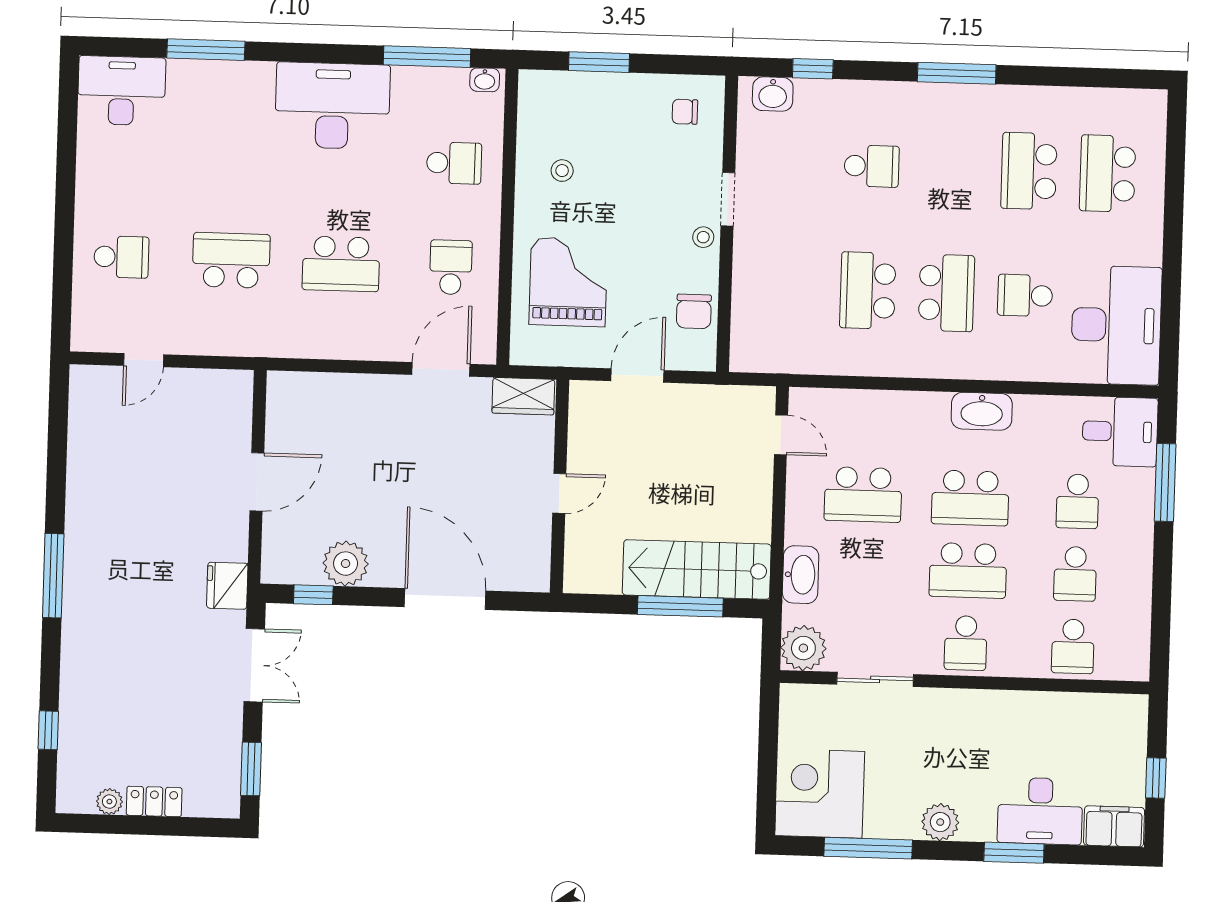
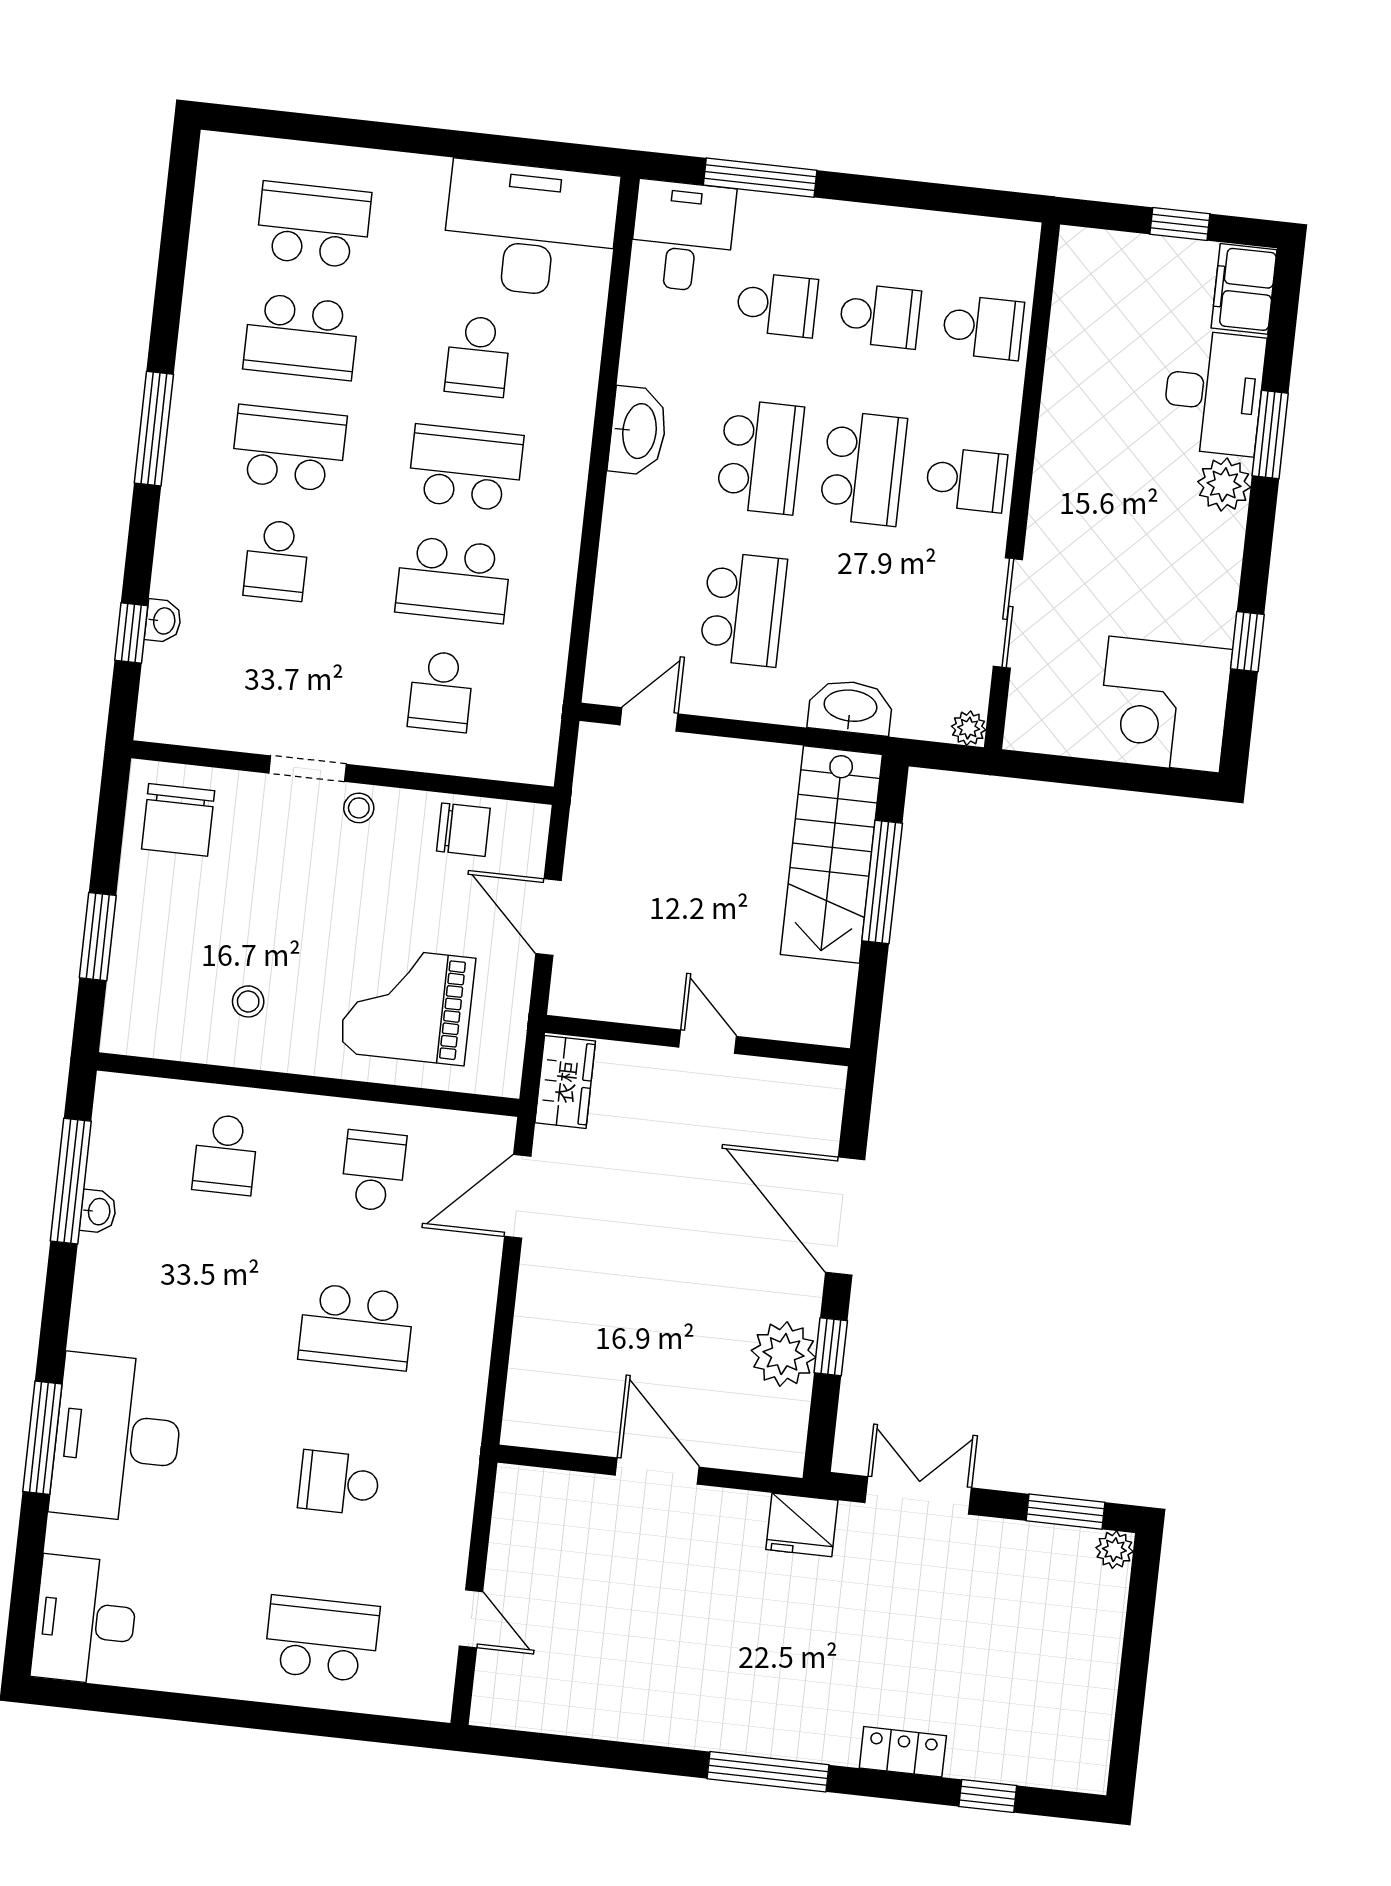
window: (206, 50) -> (42, 1438), moved
washbasin: (485, 80) -> (98, 1211), moved
washbasin: (773, 94) -> (163, 621), moved, width x0.72, depth x0.69
desk: (332, 106) -> (117, 1438), moved
chair: (685, 112) -> (178, 820), width x1.87, depth x1.87
school desk: (454, 163) -> (225, 1155), turned 180
school desk: (872, 166) -> (276, 560), turned 180
school desk: (950, 169) -> (289, 448), added
school desk: (1108, 173) -> (313, 225), turned 180
school desk: (121, 257) -> (322, 1639), width x1.85
school desk: (231, 260) -> (339, 1483), width x0.54
school desk: (341, 264) -> (356, 1327), turned 90
school desk: (451, 267) -> (373, 1171), turned 90
school desk: (789, 288) -> (441, 691), added
door: (441, 369) -> (518, 1196), hinge flipped
window: (313, 595) -> (831, 1347), moved
door: (445, 599) -> (845, 1216), hinge flipped
plant: (803, 648) -> (969, 728), width x0.53, depth x0.53
locker: (154, 801) -> (903, 1752), moved, turned 90
plant: (109, 802) -> (1114, 1550), moved
plant: (940, 822) -> (1224, 485), moved
window: (868, 848) -> (1247, 642), width x0.46

